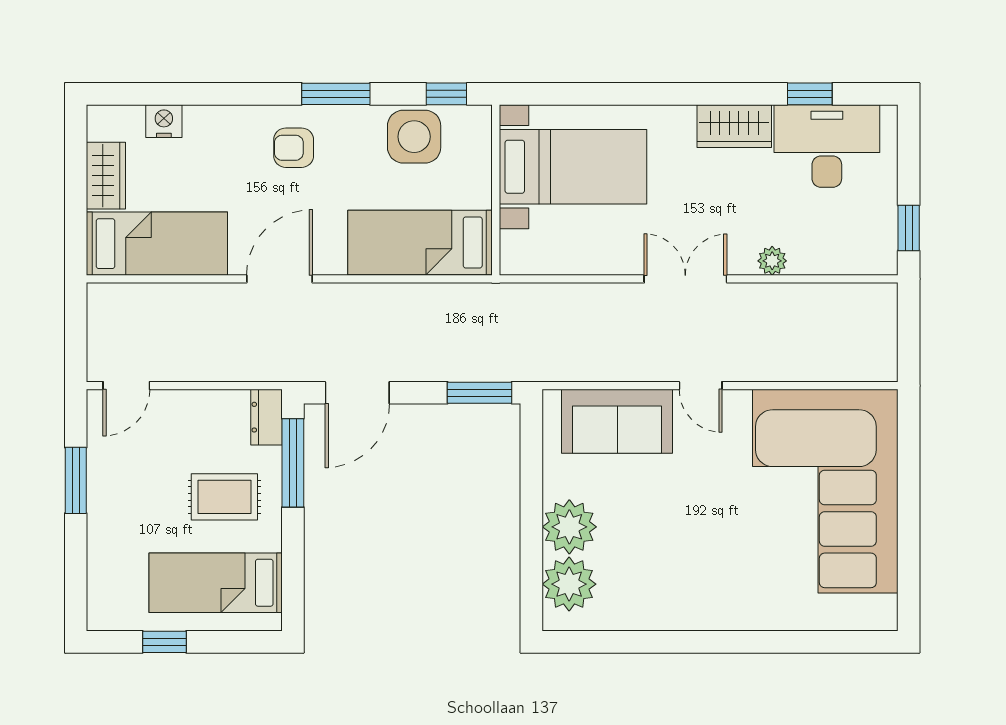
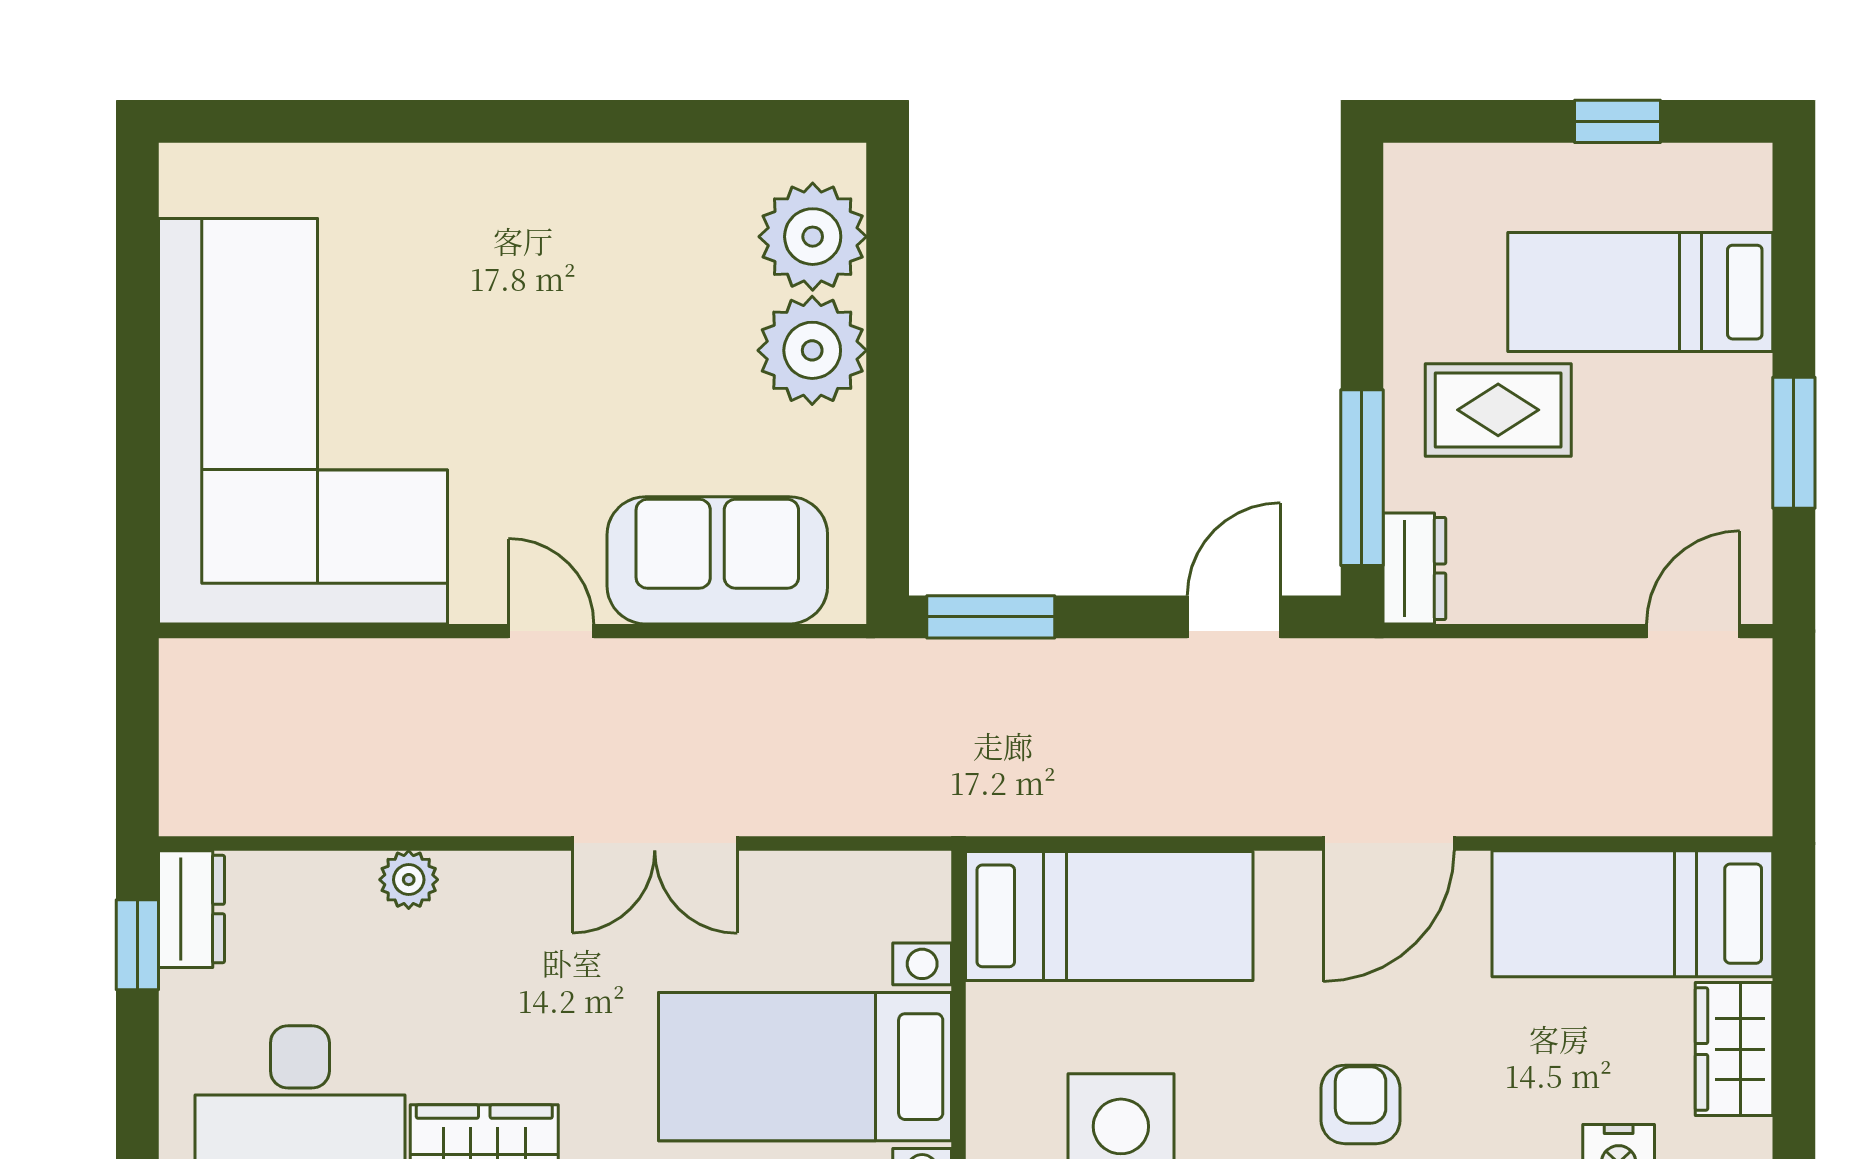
armchair: (294, 148) -> (1361, 1104), turned -90
dresser: (881, 246) -> (191, 909), added
double door: (685, 279) -> (655, 843), moved
door: (357, 393) -> (1234, 617), width x0.73
bed: (216, 583) -> (1640, 292), moved, turned 180

